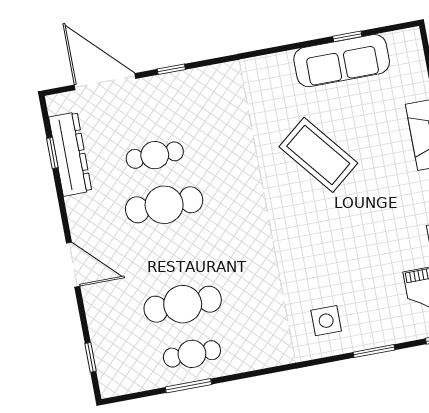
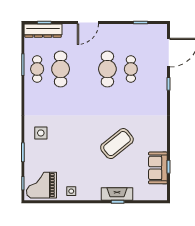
sofa: (342, 61) -> (158, 168), width x0.73
dresser: (70, 154) -> (43, 31), moved

